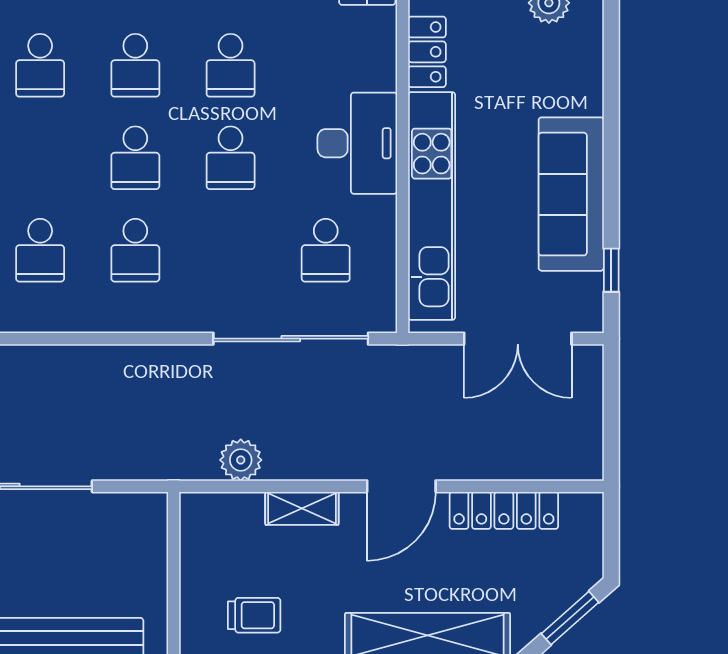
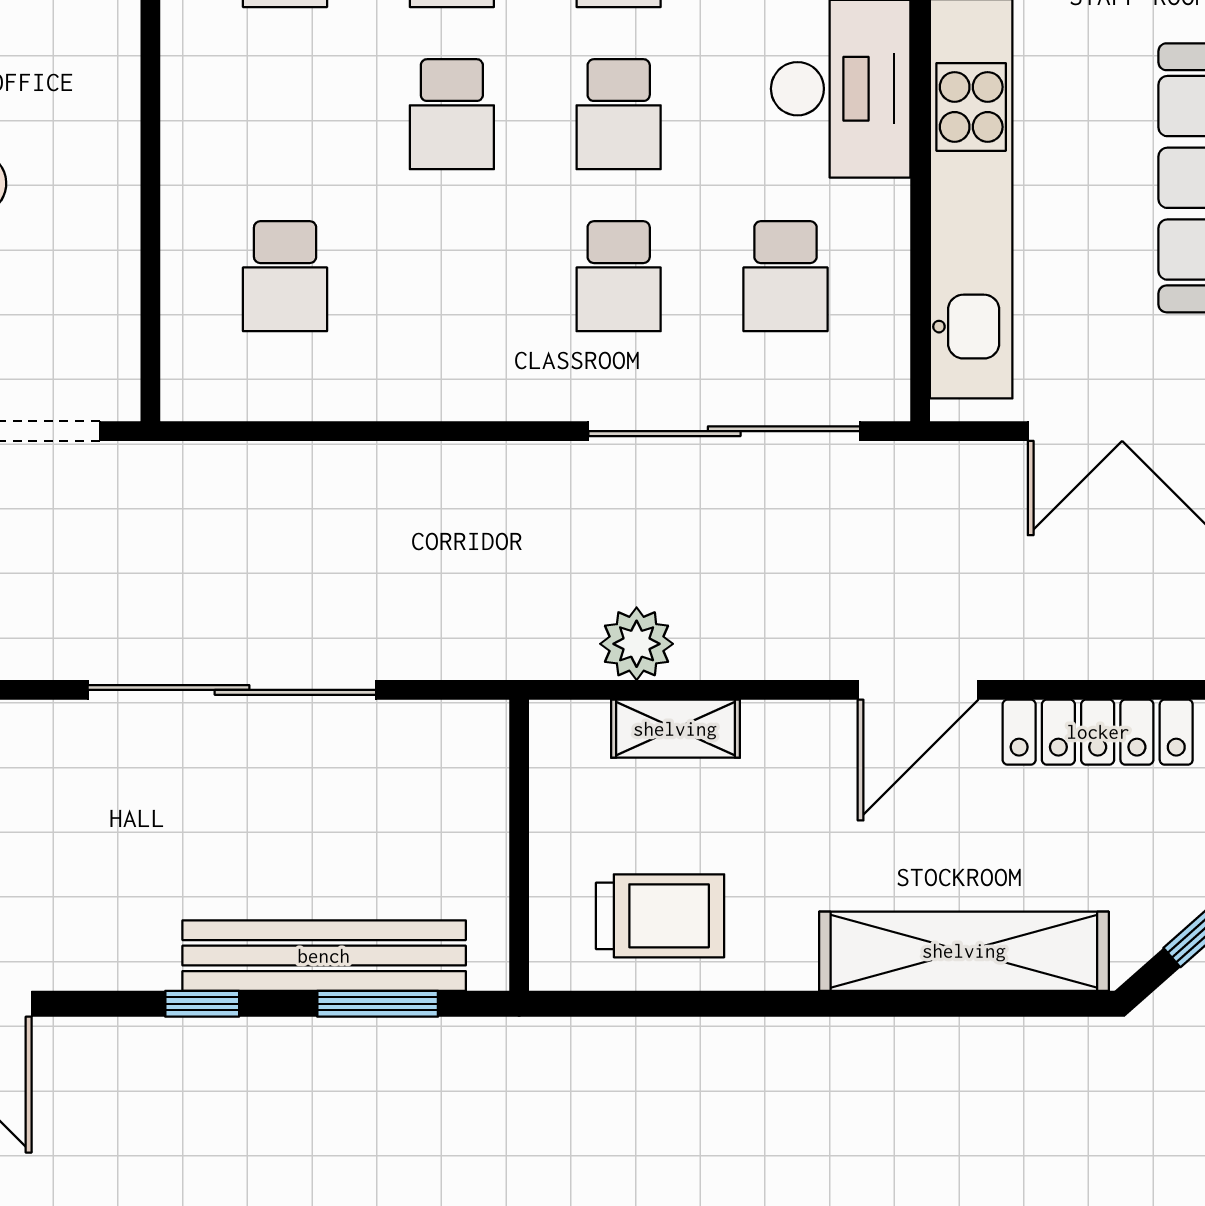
school desk: (135, 250) -> (619, 276), moved
shelving: (302, 508) -> (675, 729), moved
trolley: (254, 615) -> (660, 916), width x1.36, depth x1.39

